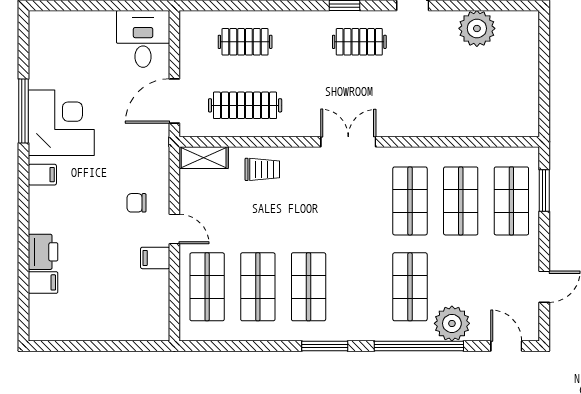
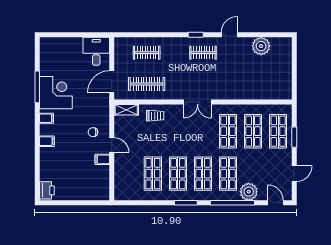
double door: (348, 142) -> (198, 102), swing flipped
window: (544, 190) -> (294, 137), moved
printer: (43, 252) -> (47, 190), moved
filing cabinet: (43, 282) -> (47, 141), moved
shop shelf: (207, 287) -> (203, 174), moved

